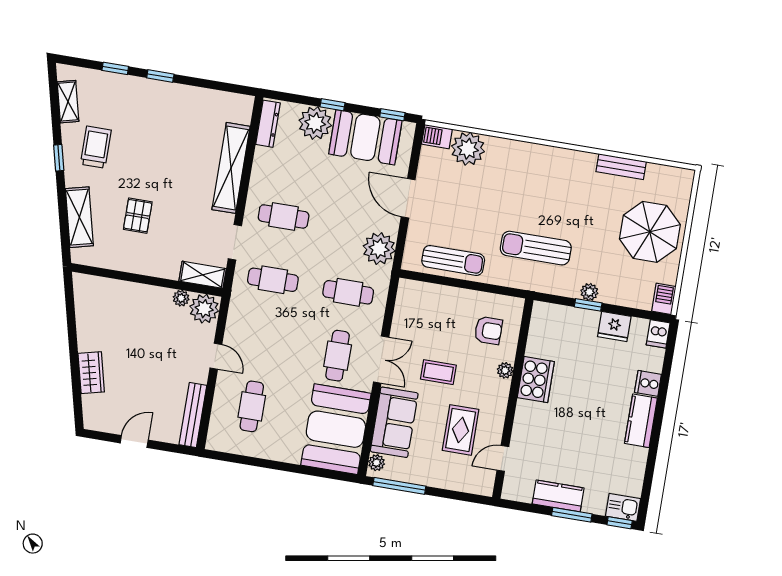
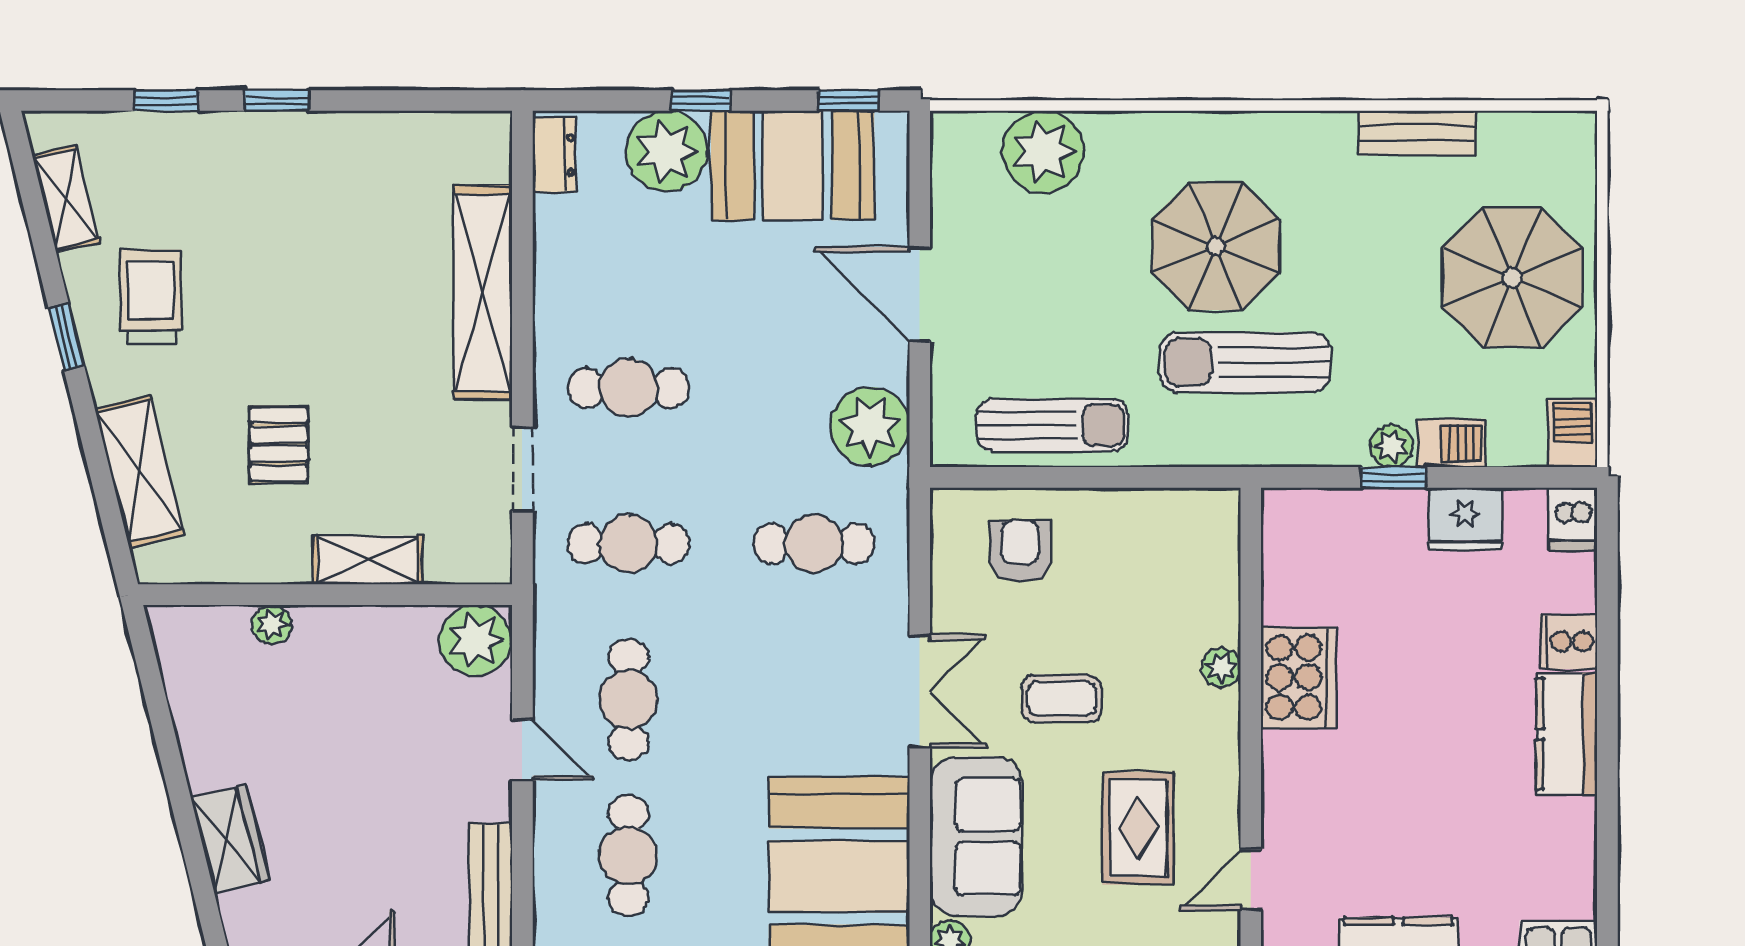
dresser: (268, 124) -> (554, 155), width x0.70
barbecue: (437, 137) -> (1451, 443), moved, turned 180
parasol: (532, 199) -> (1216, 246), added
shelving: (203, 275) -> (367, 560), moved
plant: (181, 298) -> (272, 625), moved
armchair: (488, 330) -> (1020, 551), moved, turned -90
cafe table: (338, 356) -> (628, 700), moved

